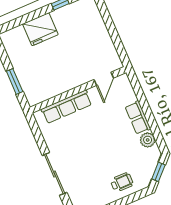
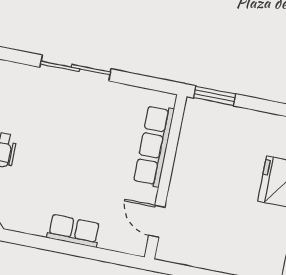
window: (15, 81) -> (215, 96), moved
plant: (148, 140) -> (35, 223), removed

